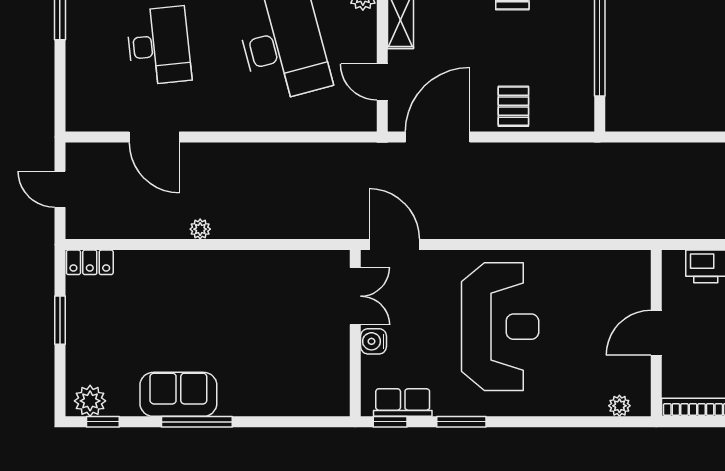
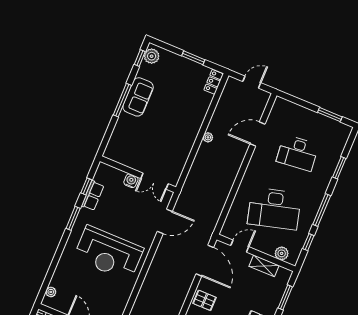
double door: (355, 296) -> (154, 181), moved
wall: (355, 333) -> (138, 174), moved
water cooler: (374, 341) -> (131, 181), moved

